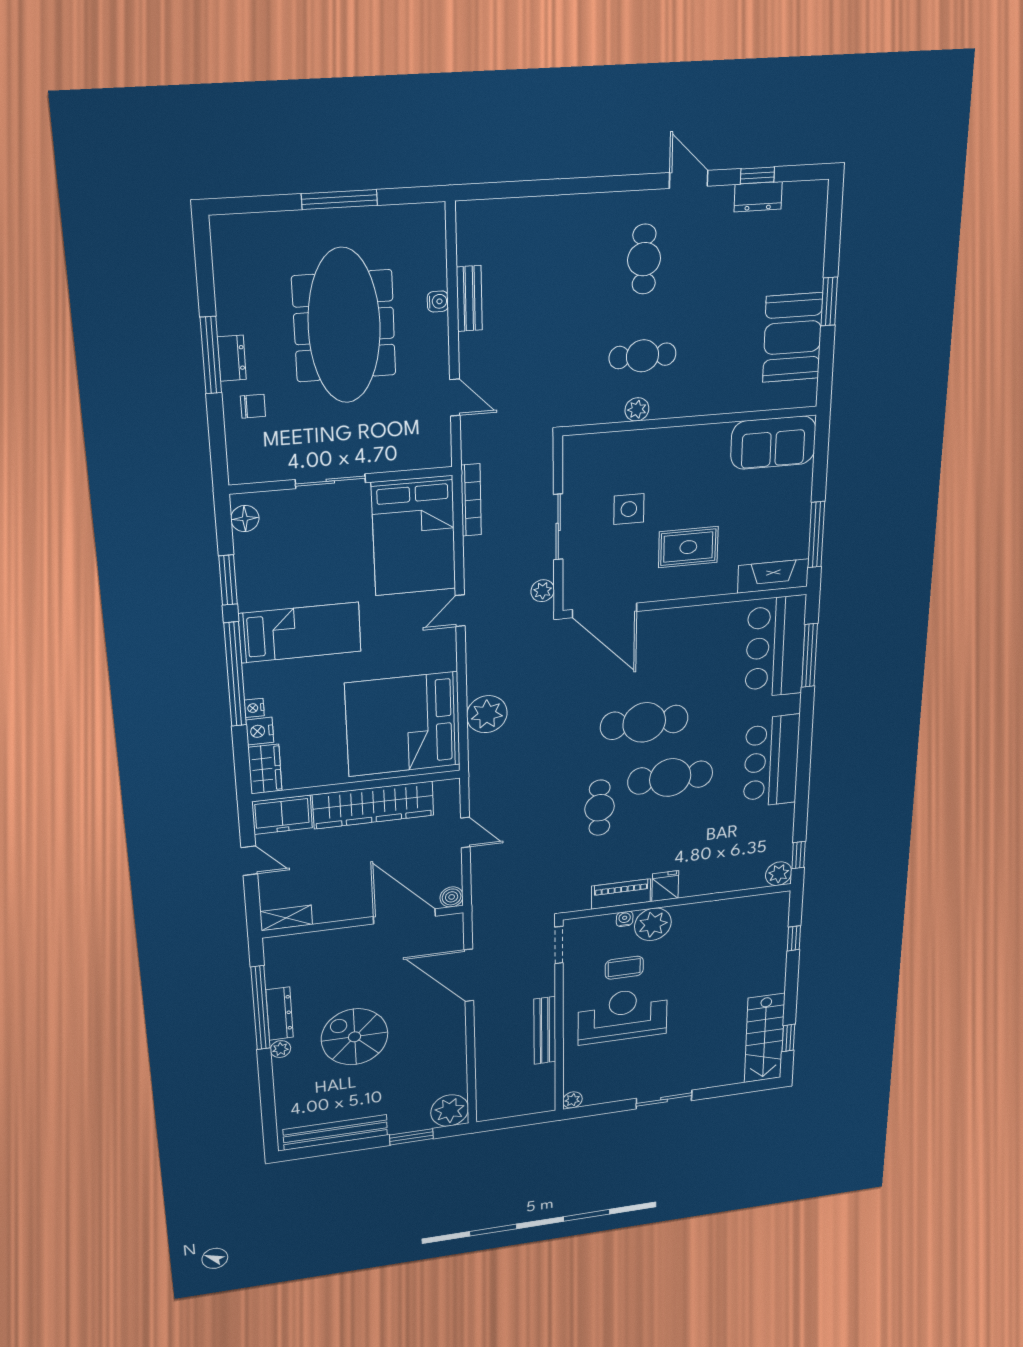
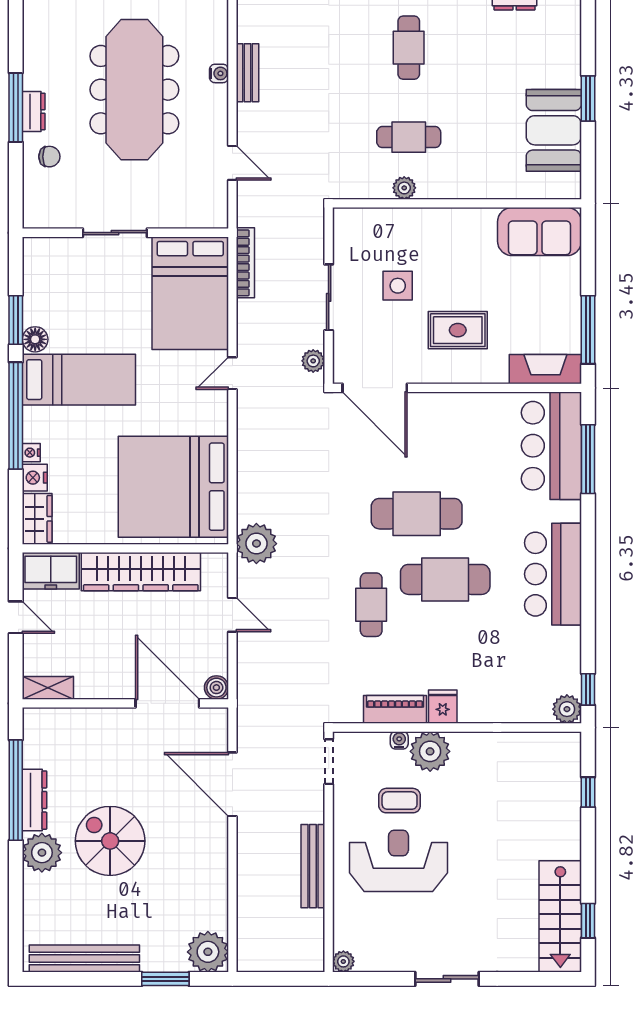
floor lamp: (245, 519) -> (35, 339), moved
plant: (487, 714) -> (256, 544), moved
plant: (280, 1049) -> (42, 853), width x1.88, depth x1.88

